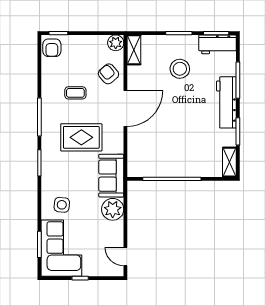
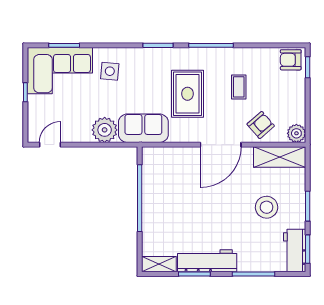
shelving: (134, 50) -> (280, 157), width x1.50, depth x1.33
workbench: (226, 102) -> (207, 261), moved
door: (125, 109) -> (221, 145), hinge flipped

